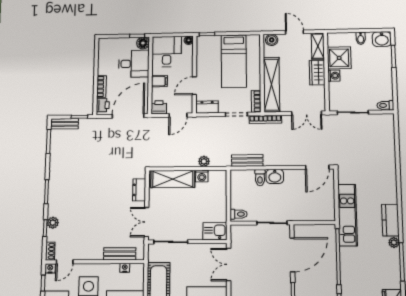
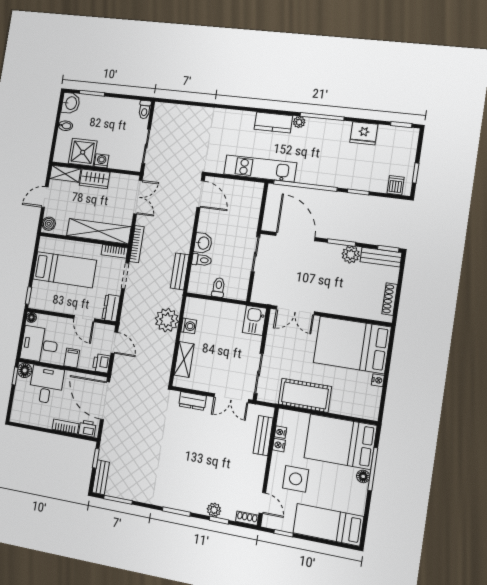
plant: (204, 161) -> (167, 320), width x1.88, depth x1.88
shelving: (173, 179) -> (184, 360), width x0.67, depth x0.75
toilet: (239, 214) -> (218, 287), moved
nightstand: (50, 268) -> (279, 445), moved

